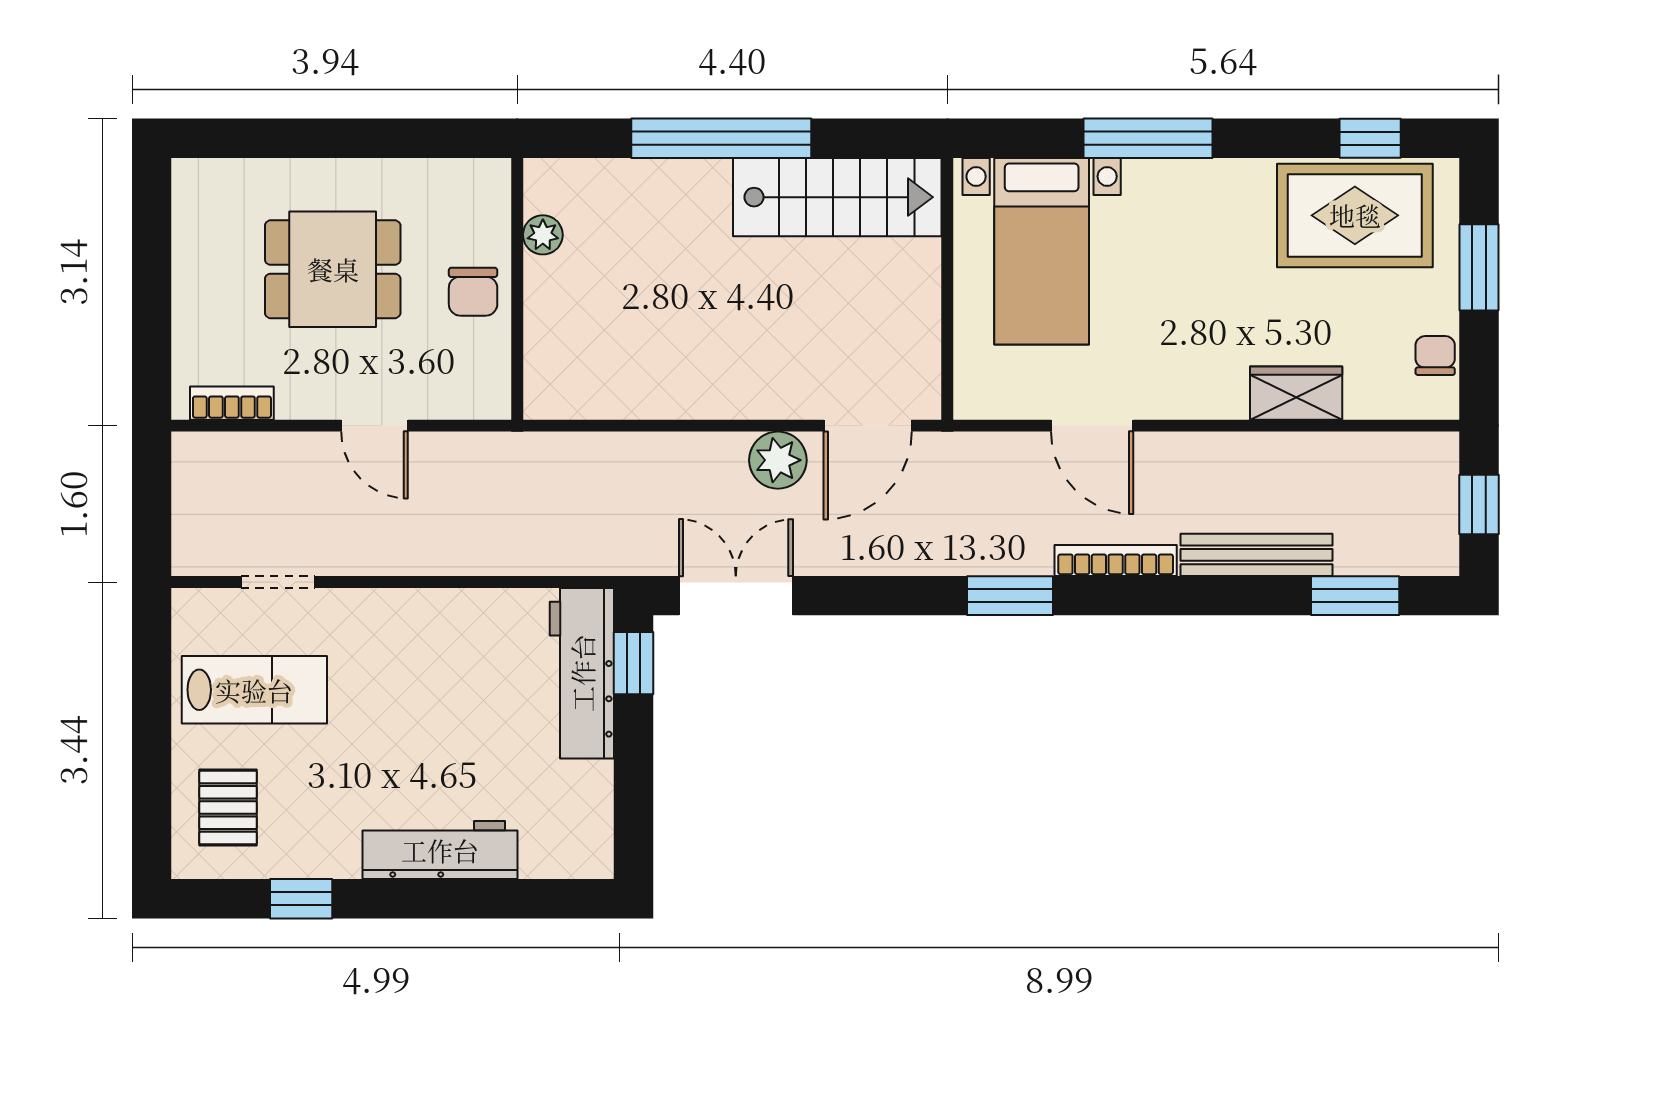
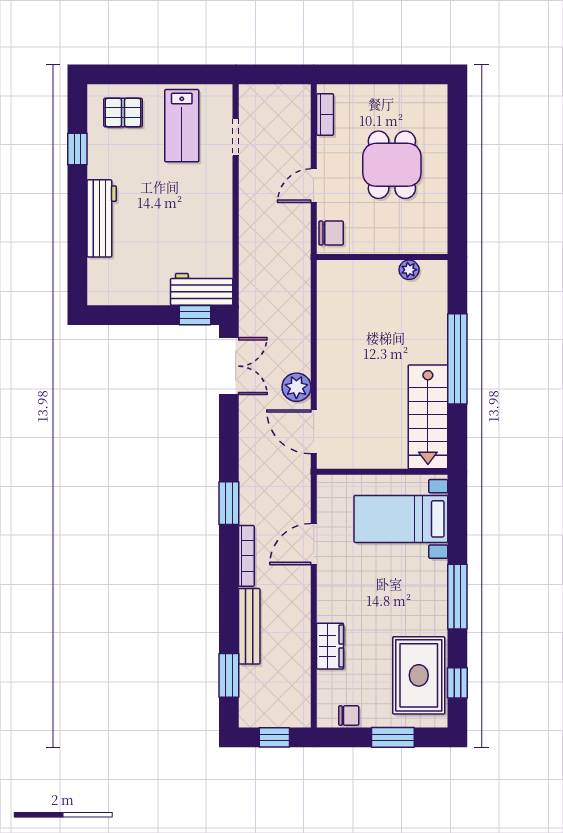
window: (1148, 138) -> (457, 597), moved
chair: (473, 292) -> (331, 233), moved, turned 180
workbench: (582, 673) -> (202, 289), width x0.73

